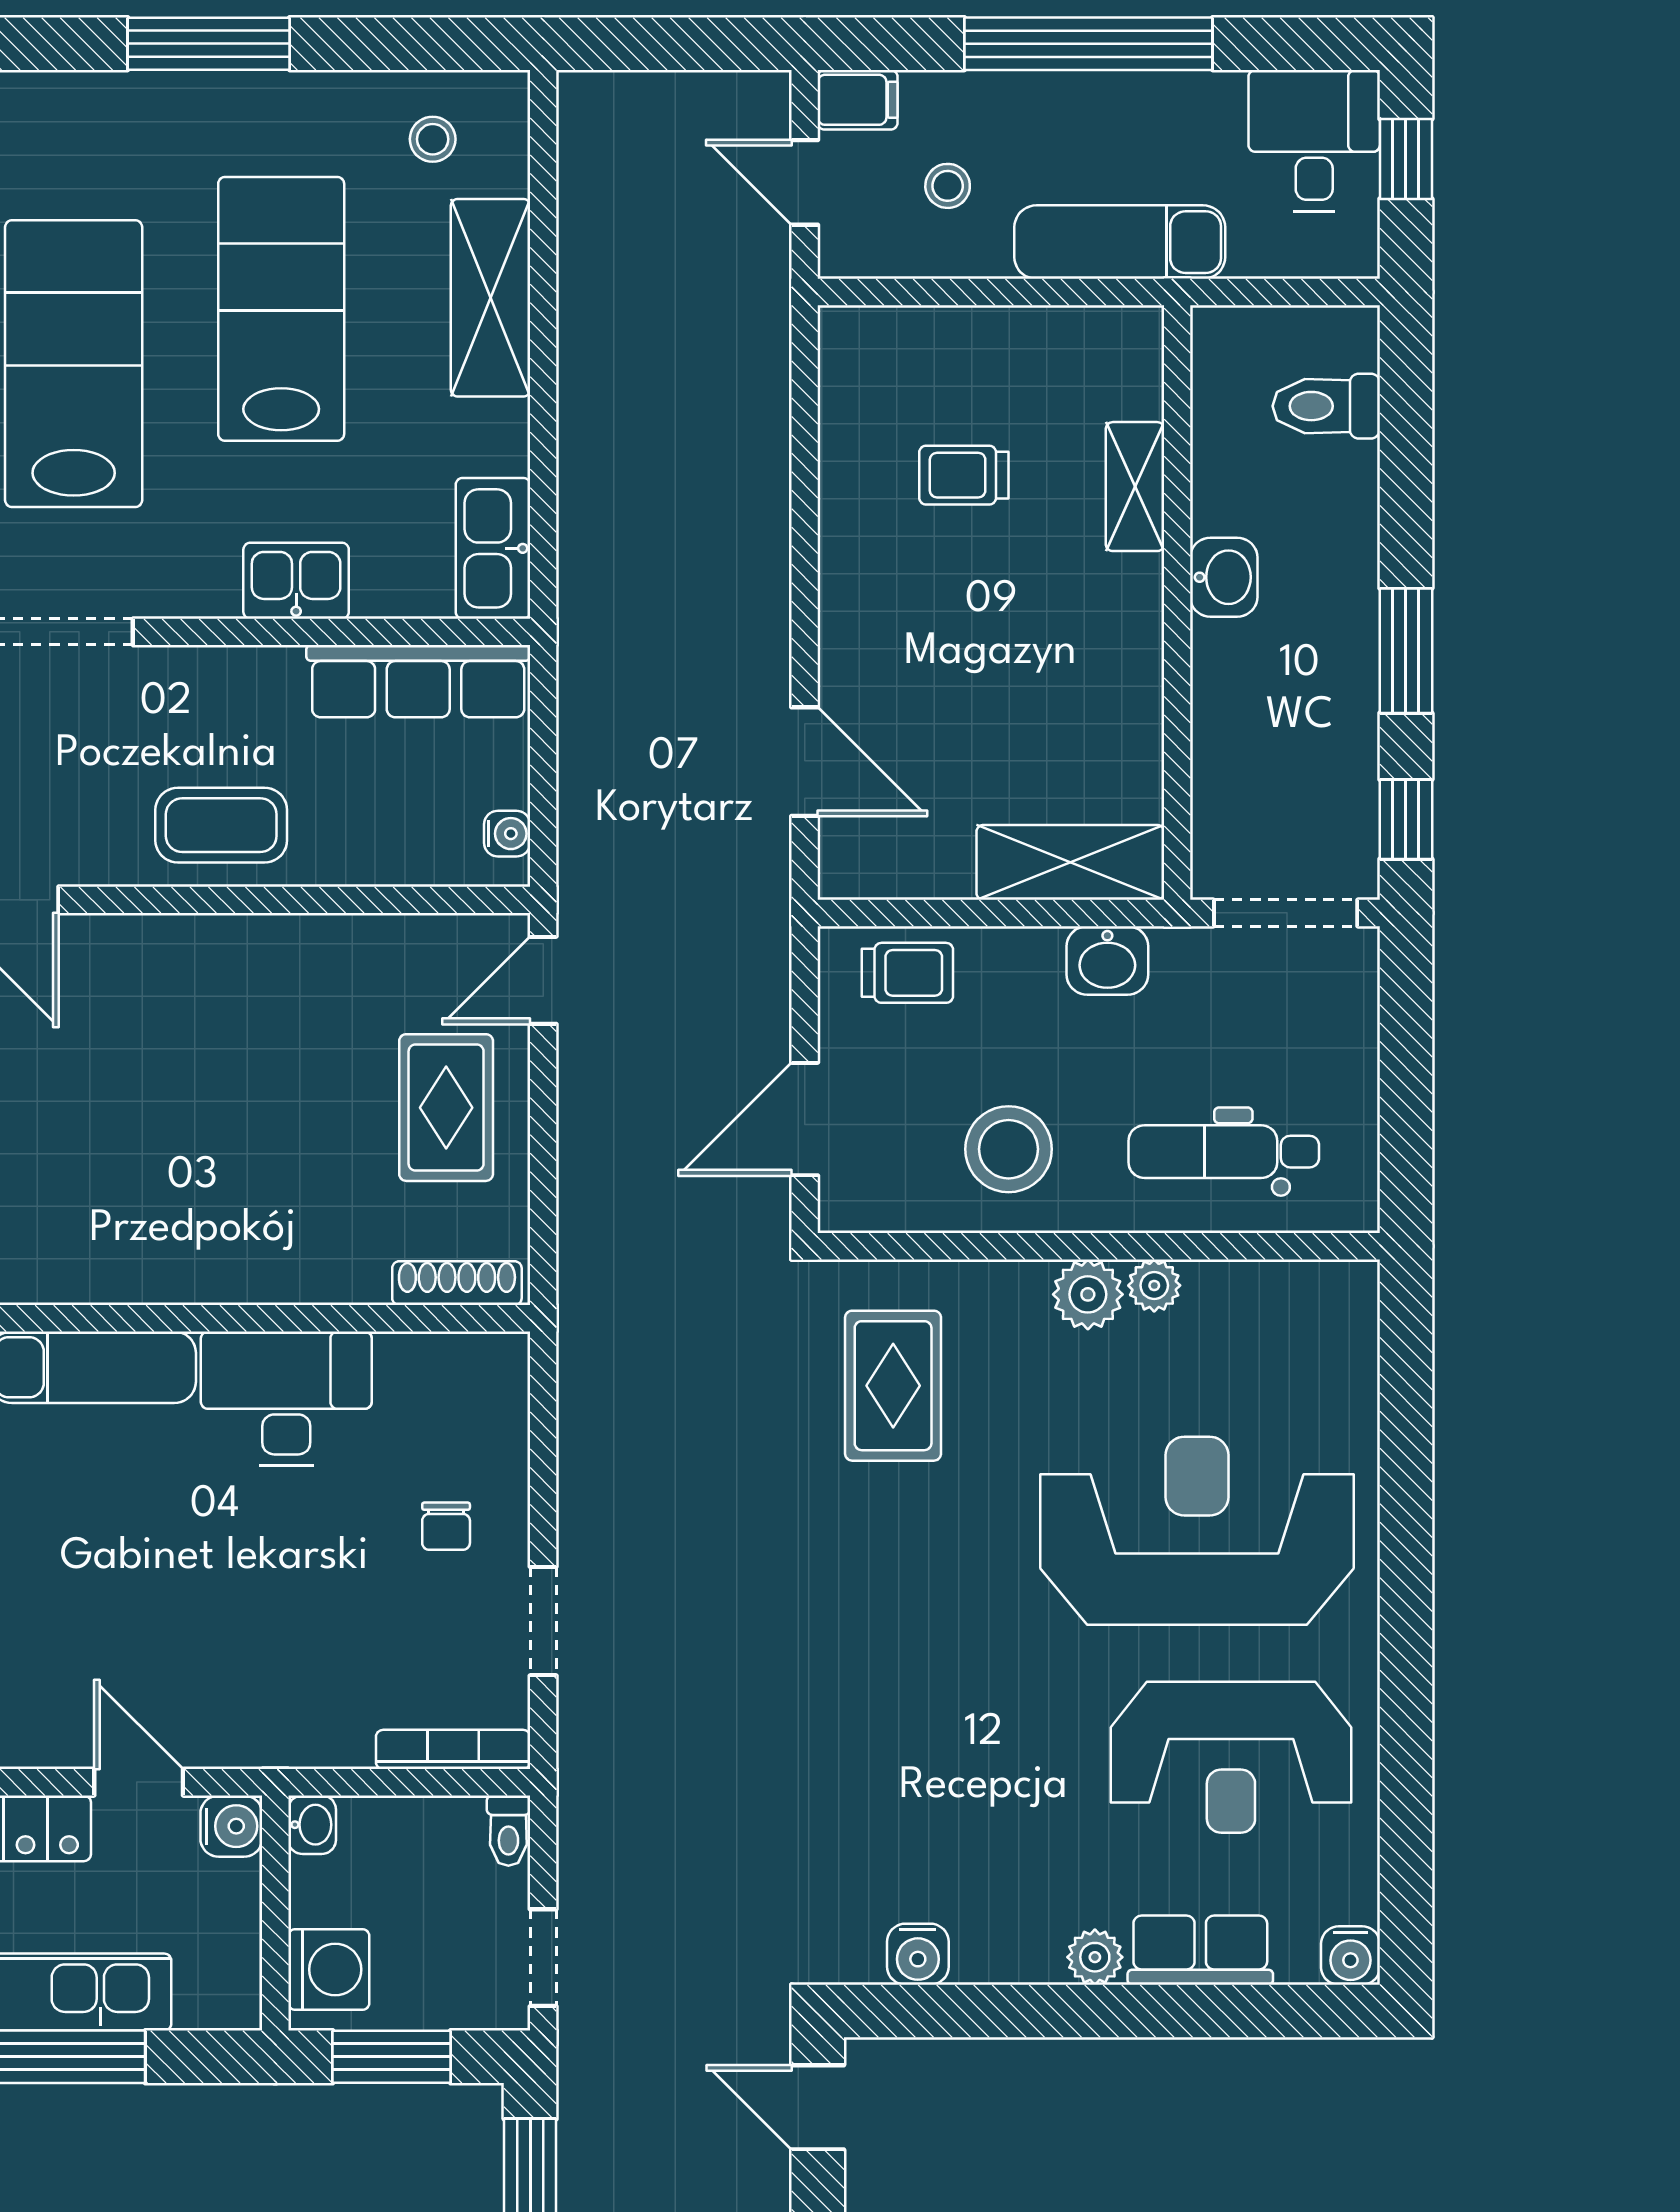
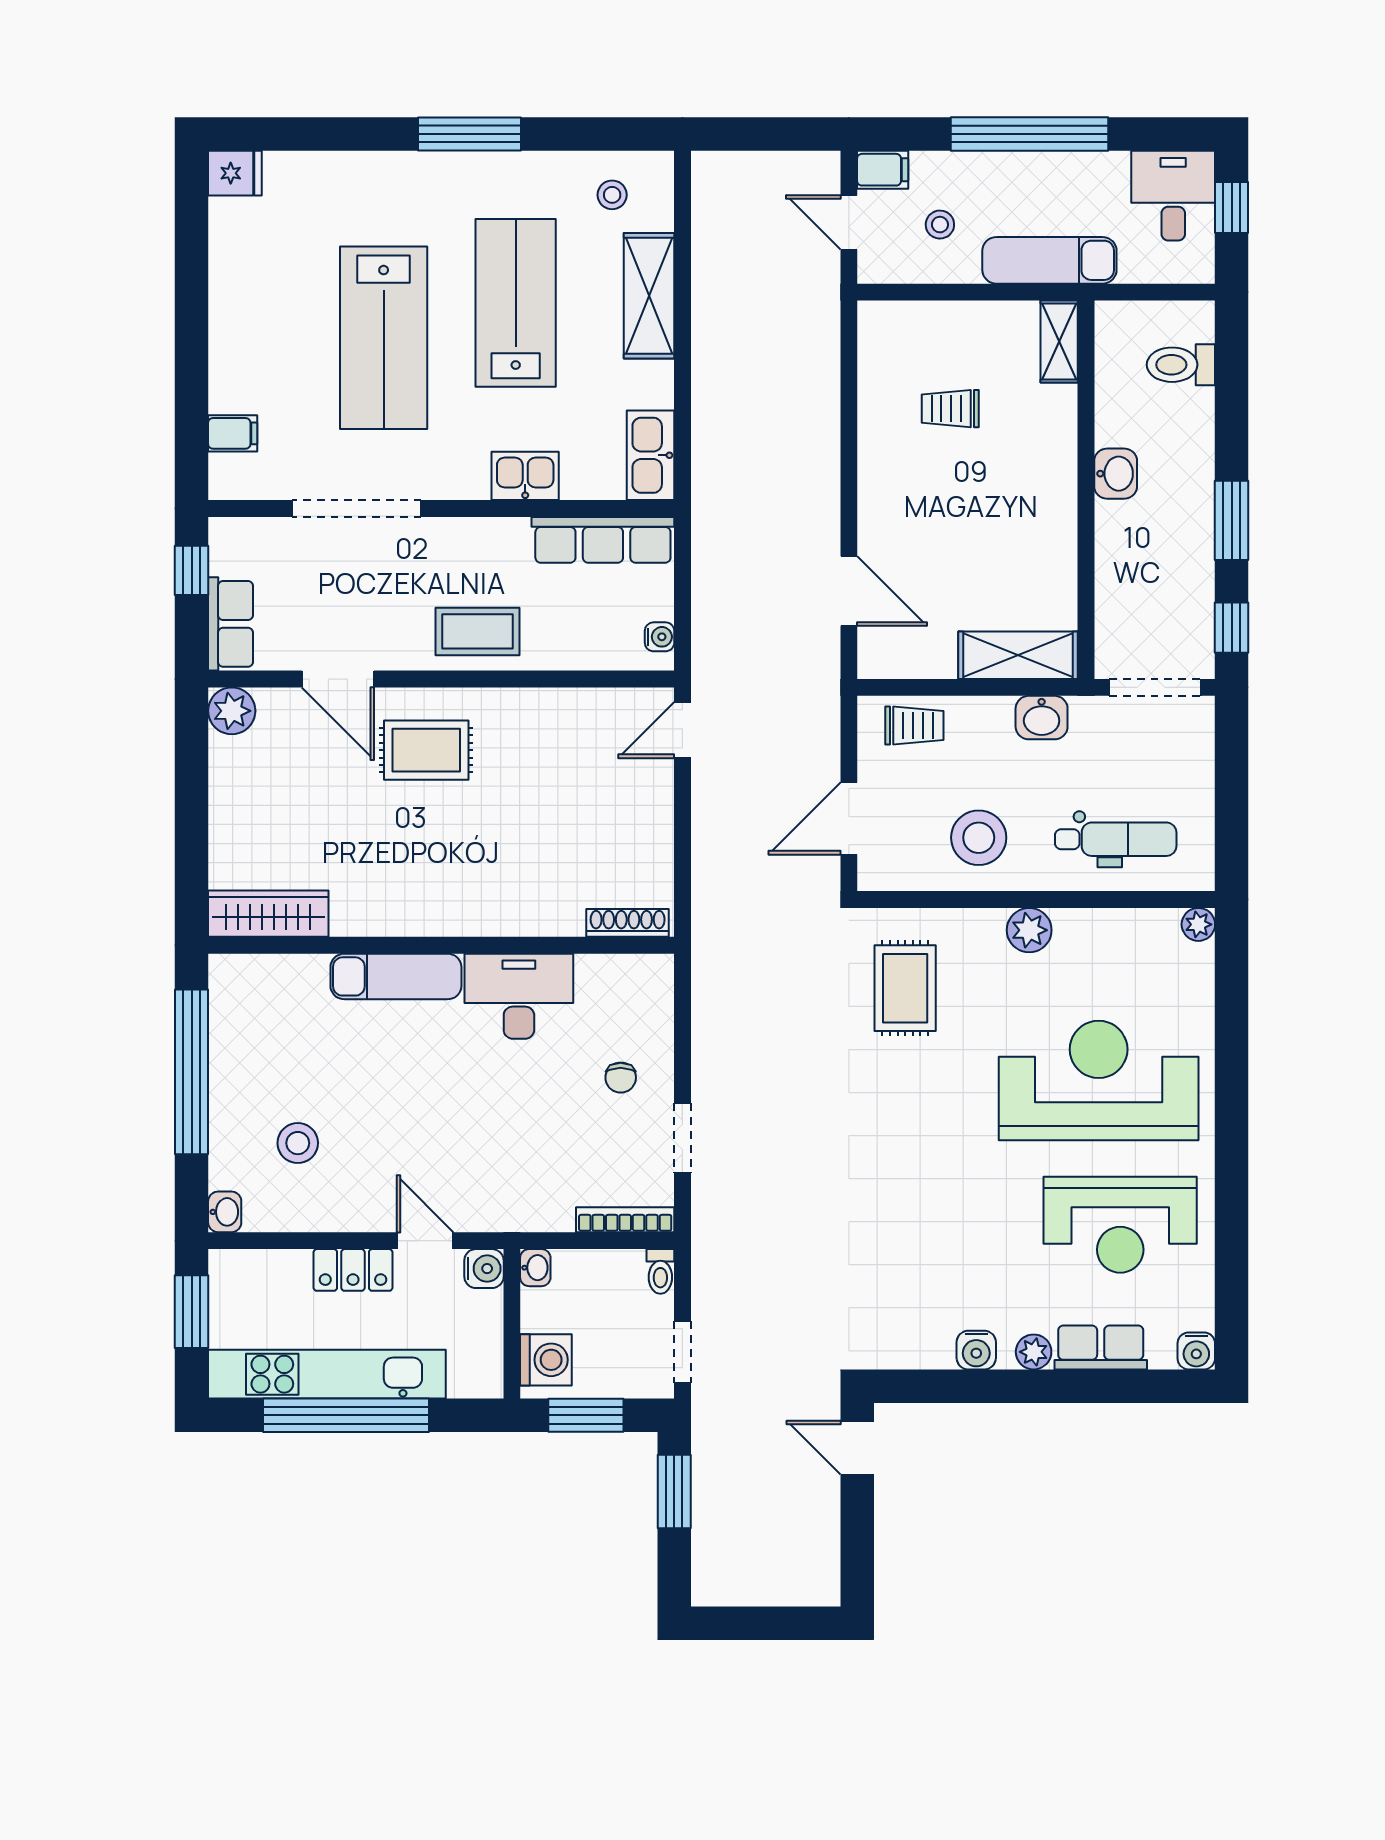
lab bench: (74, 364) -> (384, 338), turned 180
shelving: (1135, 487) -> (1059, 342), moved
rug: (446, 1108) -> (426, 750), moved, turned 90
dental chair: (1224, 1152) -> (1116, 839), turned 180
plant: (1154, 1285) -> (1198, 924), moved
water cooler: (918, 1954) -> (976, 1350), moved

